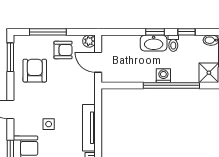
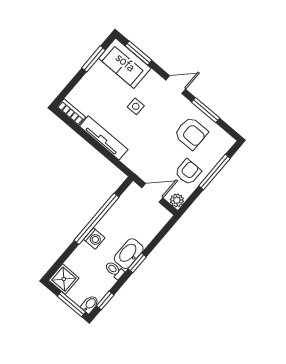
window: (186, 32) -> (105, 300), moved
armchair: (63, 50) -> (188, 172), turned 180
window: (10, 57) -> (206, 110), moved
window: (171, 85) -> (96, 219), moved

